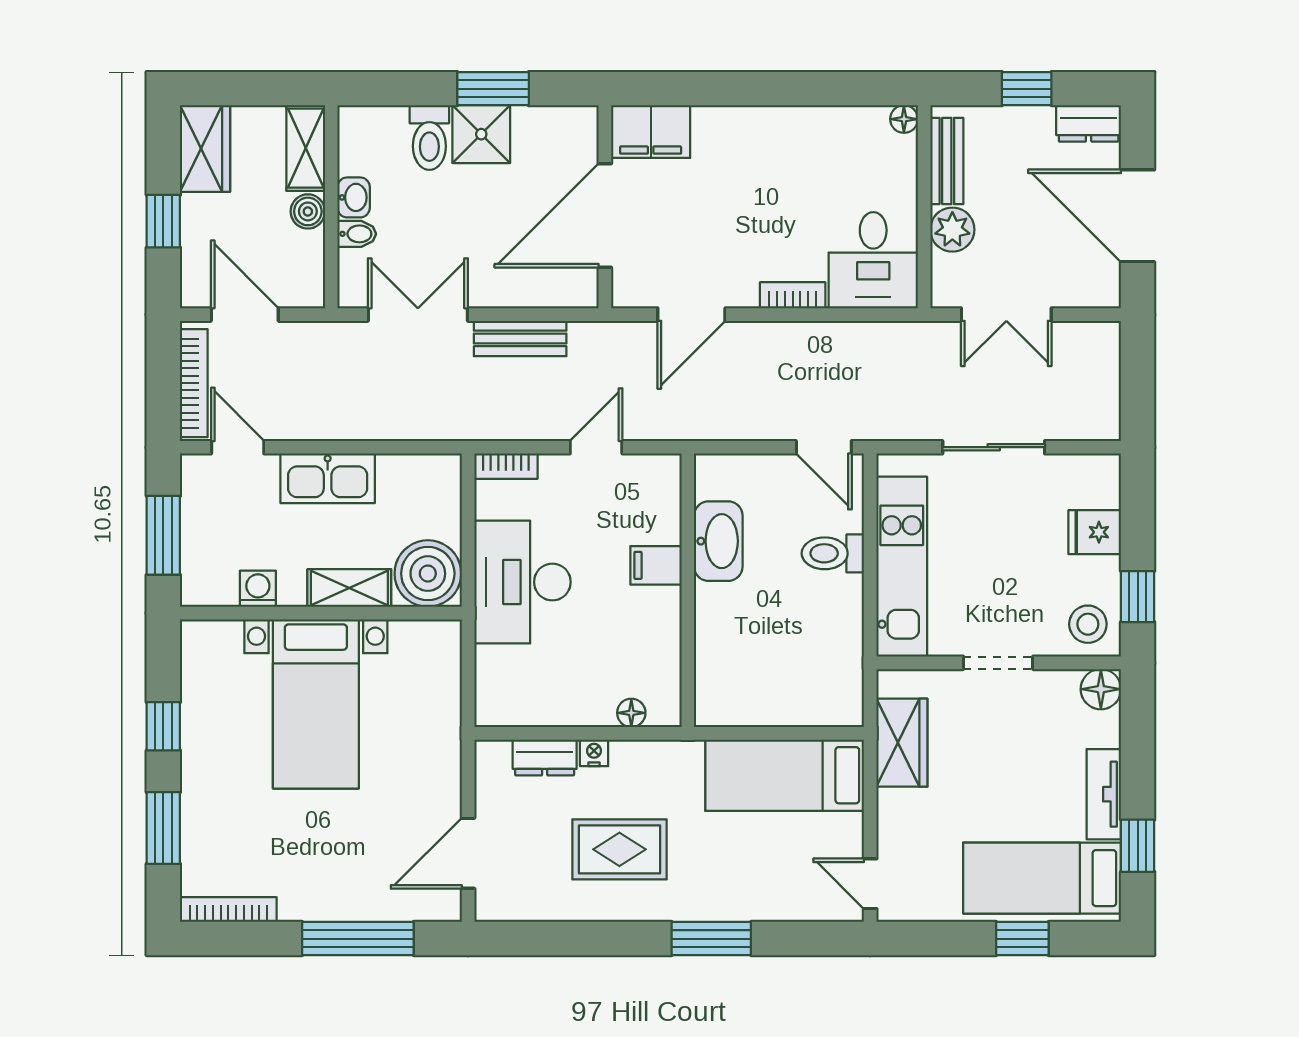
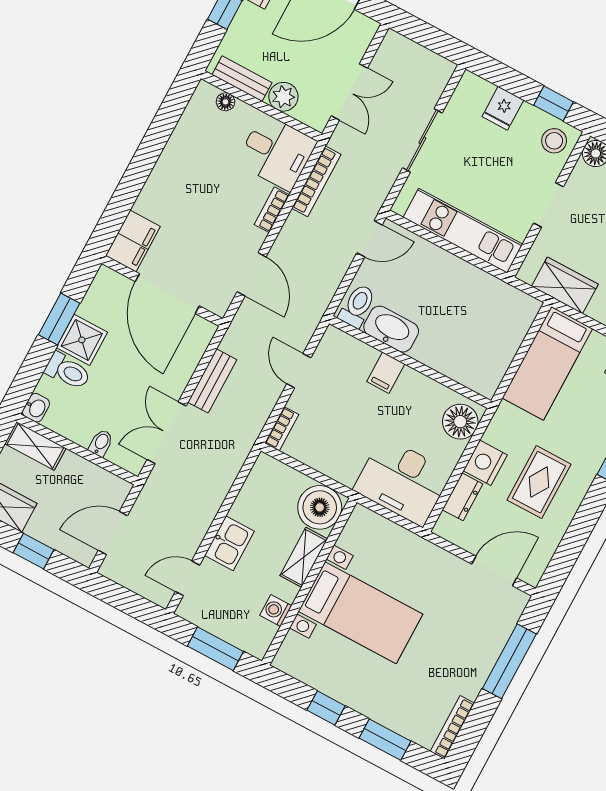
floor lamp: (904, 119) -> (225, 102), moved
washbasin: (354, 197) -> (36, 408), moved, turned 90
boiler: (308, 211) -> (73, 464), removed
bookcase: (194, 383) -> (316, 181), moved, turned 90
kitchen sink: (328, 478) -> (229, 543), width x0.73
toilet: (833, 553) -> (357, 306), moved, turned 180
desk: (522, 582) -> (402, 481), moved
floor lamp: (631, 713) -> (460, 422), width x1.89, depth x1.89
nightstand: (594, 753) -> (485, 463), width x1.89, depth x1.79
door: (468, 853) -> (494, 571), swing flipped

